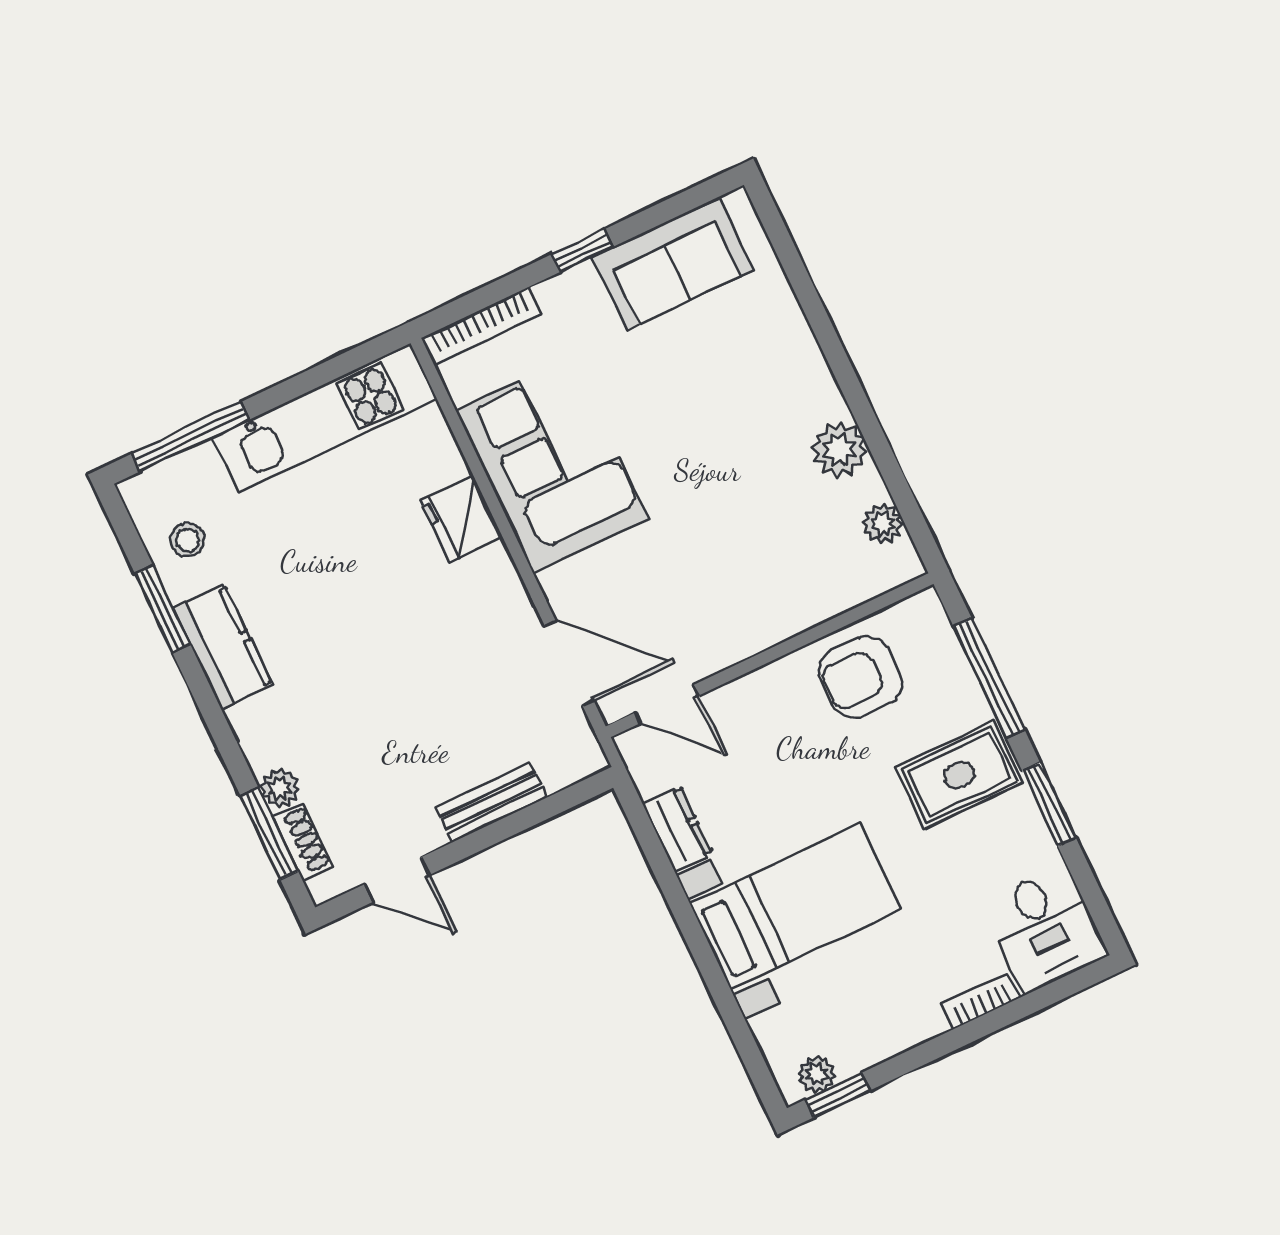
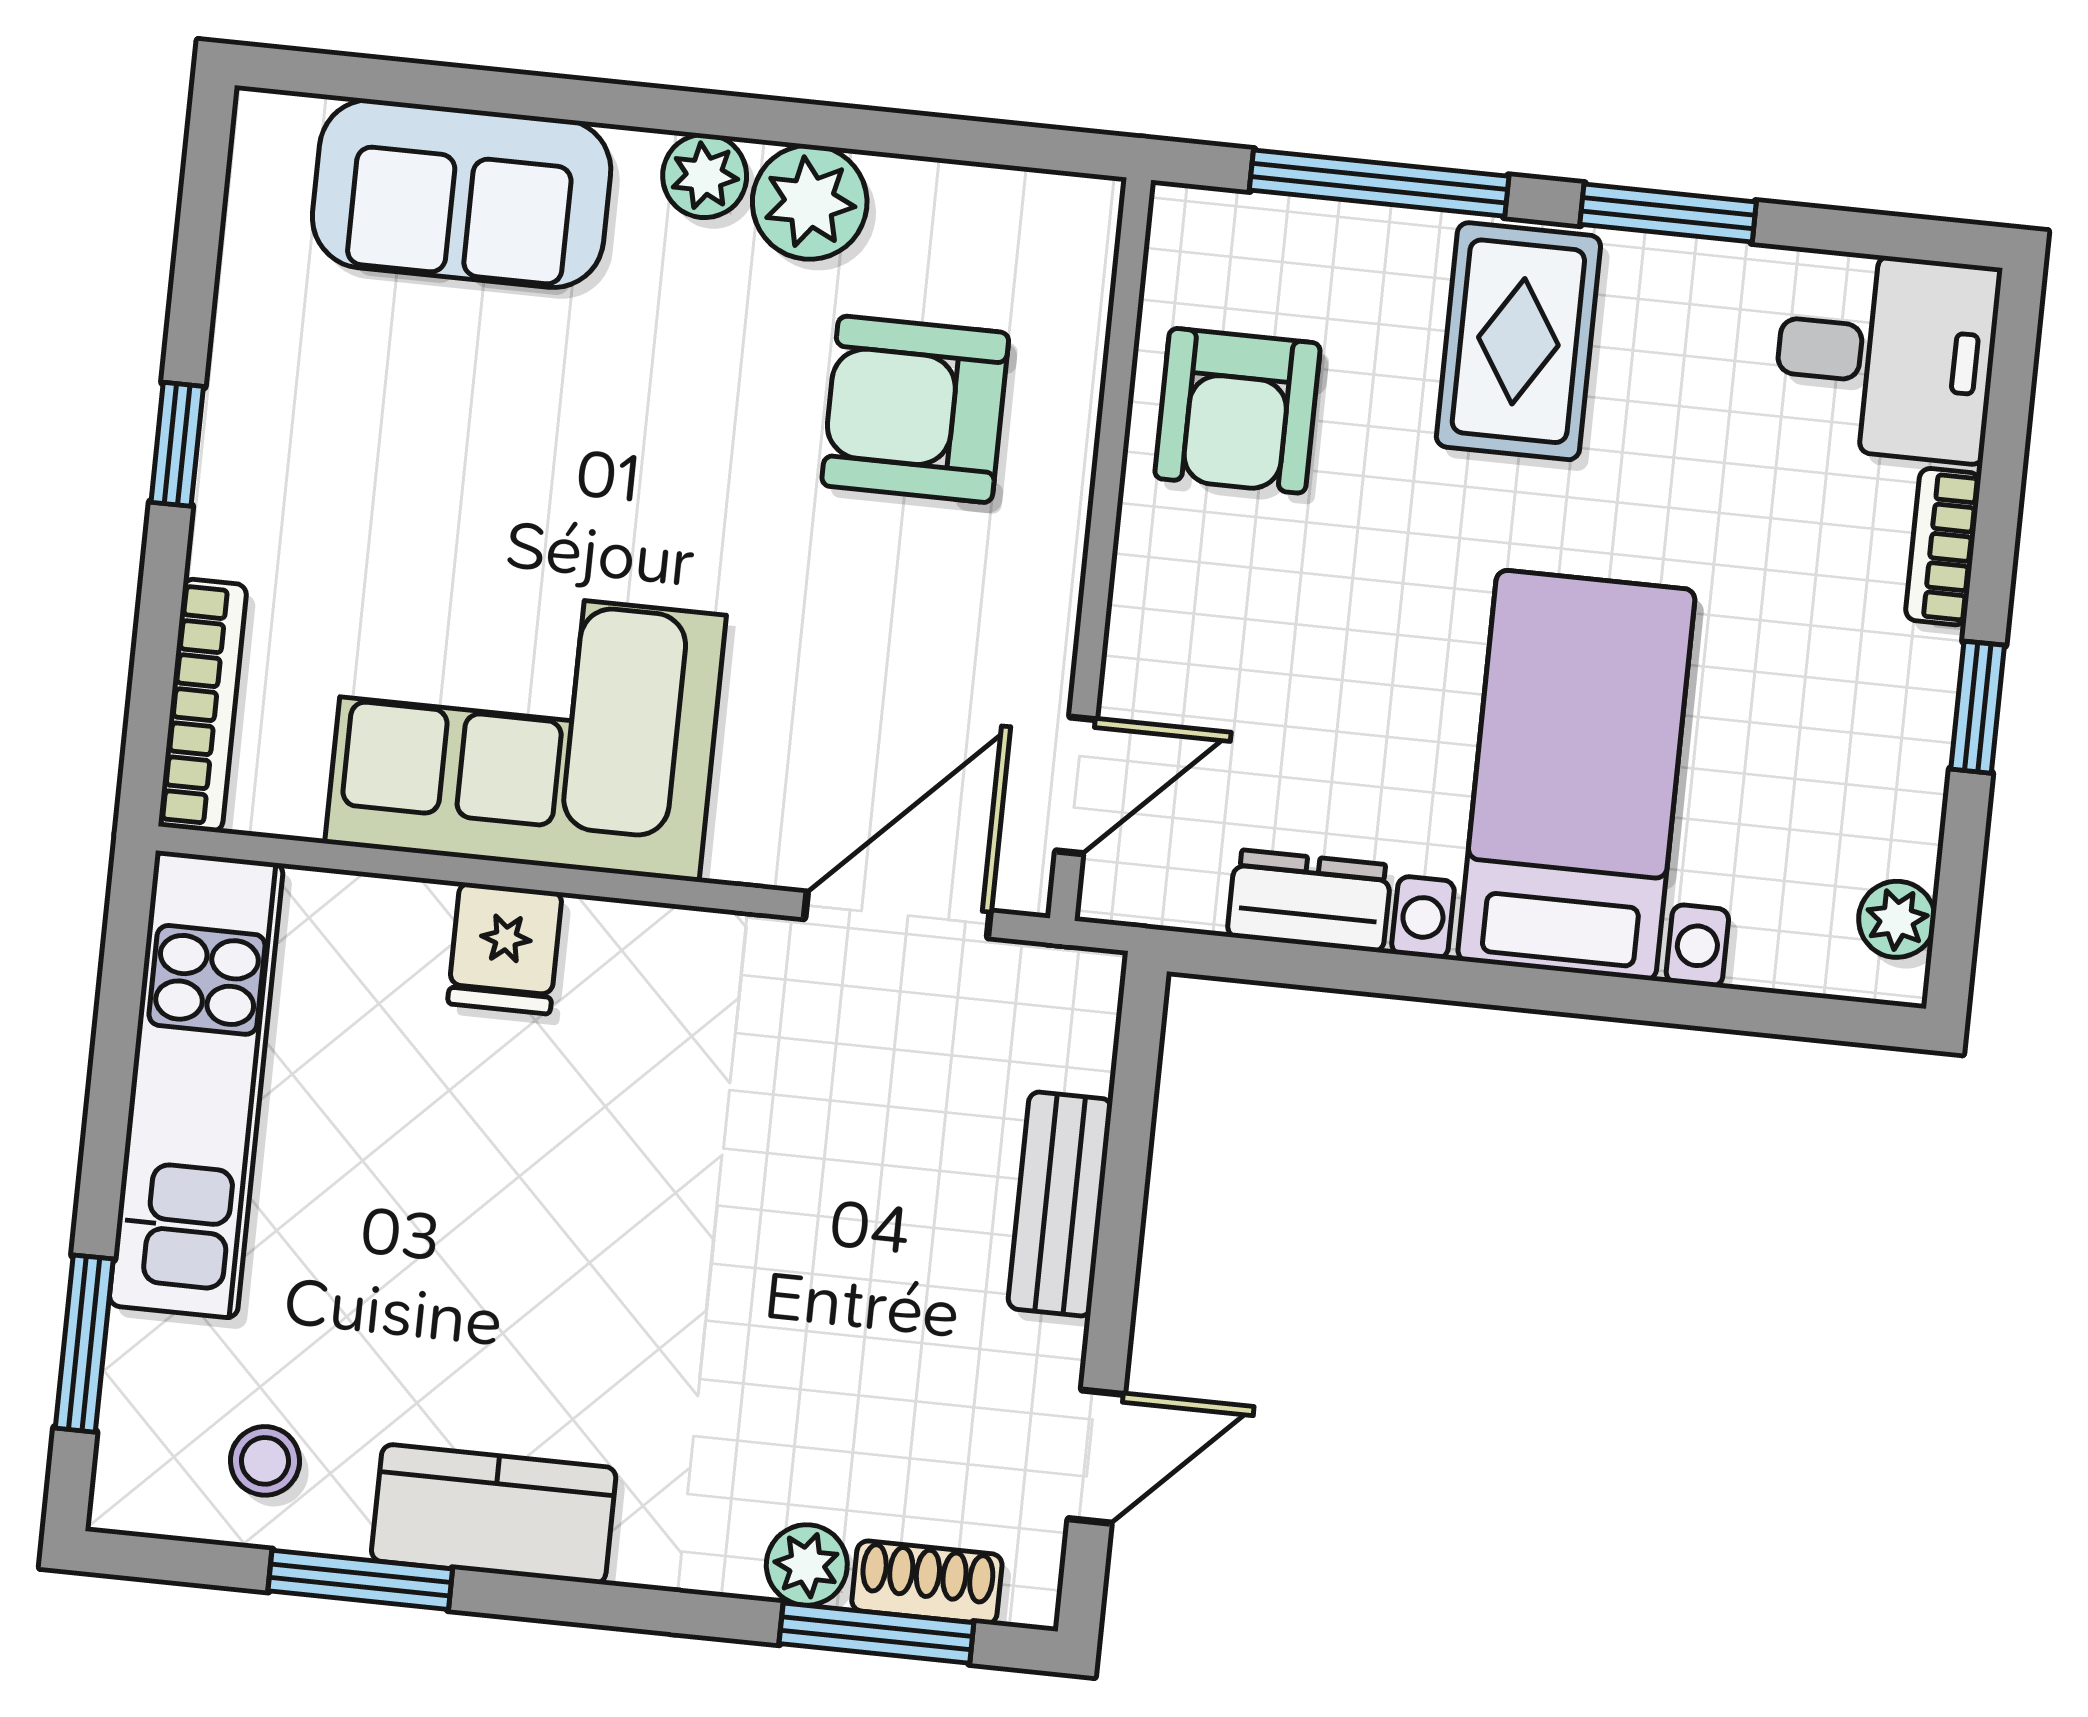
sofa: (672, 263) -> (462, 194), moved, turned 90
window: (191, 437) -> (84, 1344), width x0.69
fridge: (462, 519) -> (505, 948), width x0.72
plant: (883, 524) -> (705, 176), moved
armchair: (781, 544) -> (915, 409), added
window: (838, 1095) -> (1978, 707), moved

